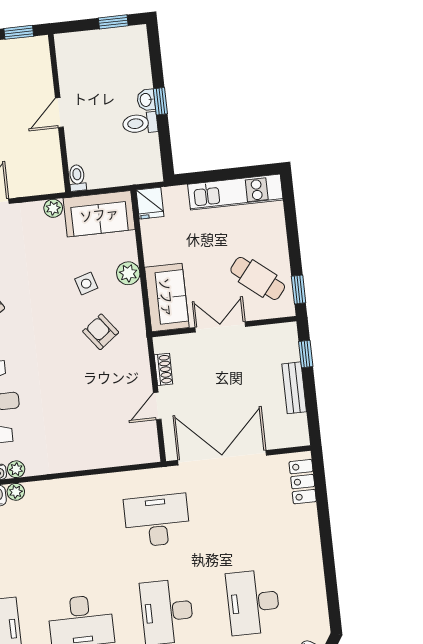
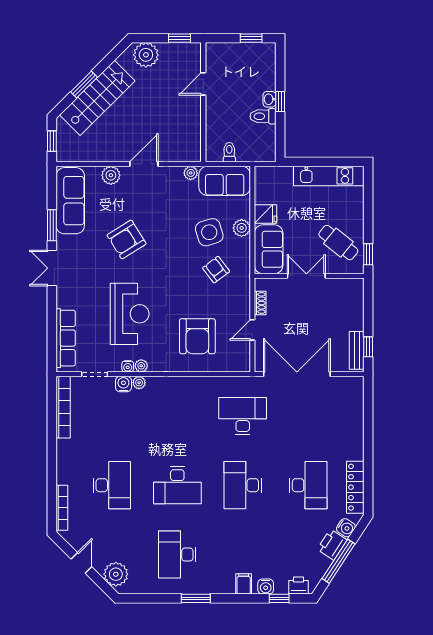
door: (59, 113) -> (203, 84), moved
toilet: (77, 178) -> (229, 152), moved
fridge: (150, 203) -> (266, 214), moved, turned -90
side table: (86, 284) -> (209, 232), width x1.87, depth x1.87
window: (306, 354) -> (368, 347), moved
bench: (294, 388) -> (357, 350), moved
armchair: (86, 422) -> (197, 336), added
locker: (303, 482) -> (355, 487), moved, width x1.53
desk: (253, 602) -> (308, 485), turned 180

